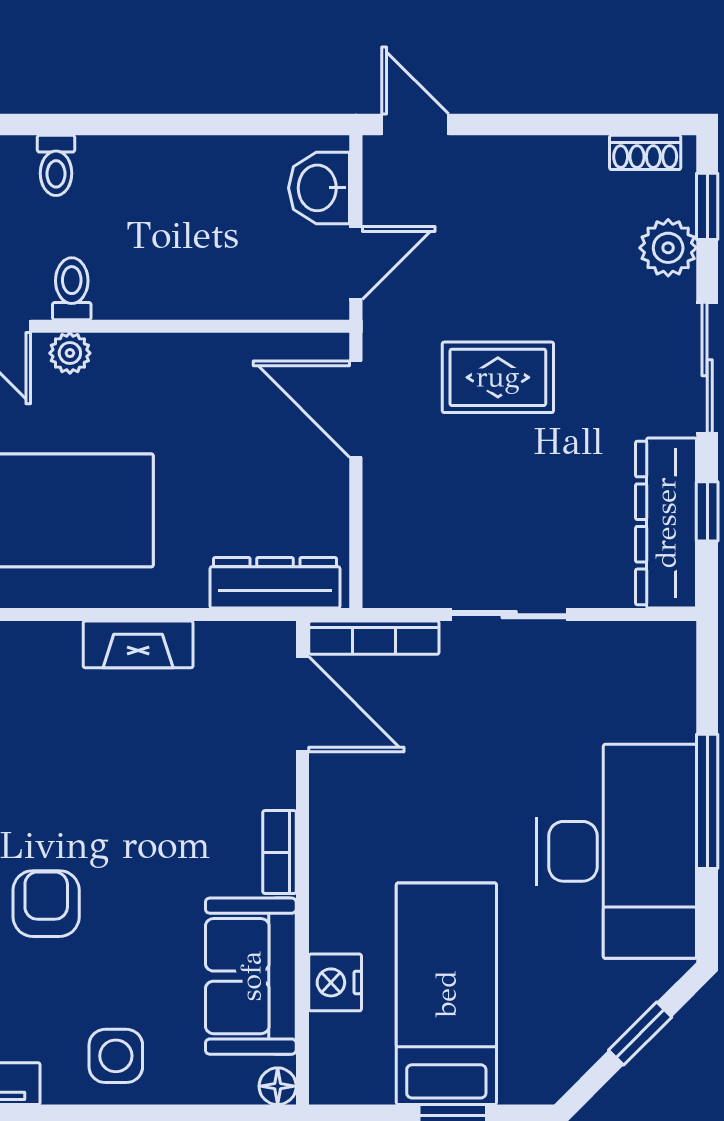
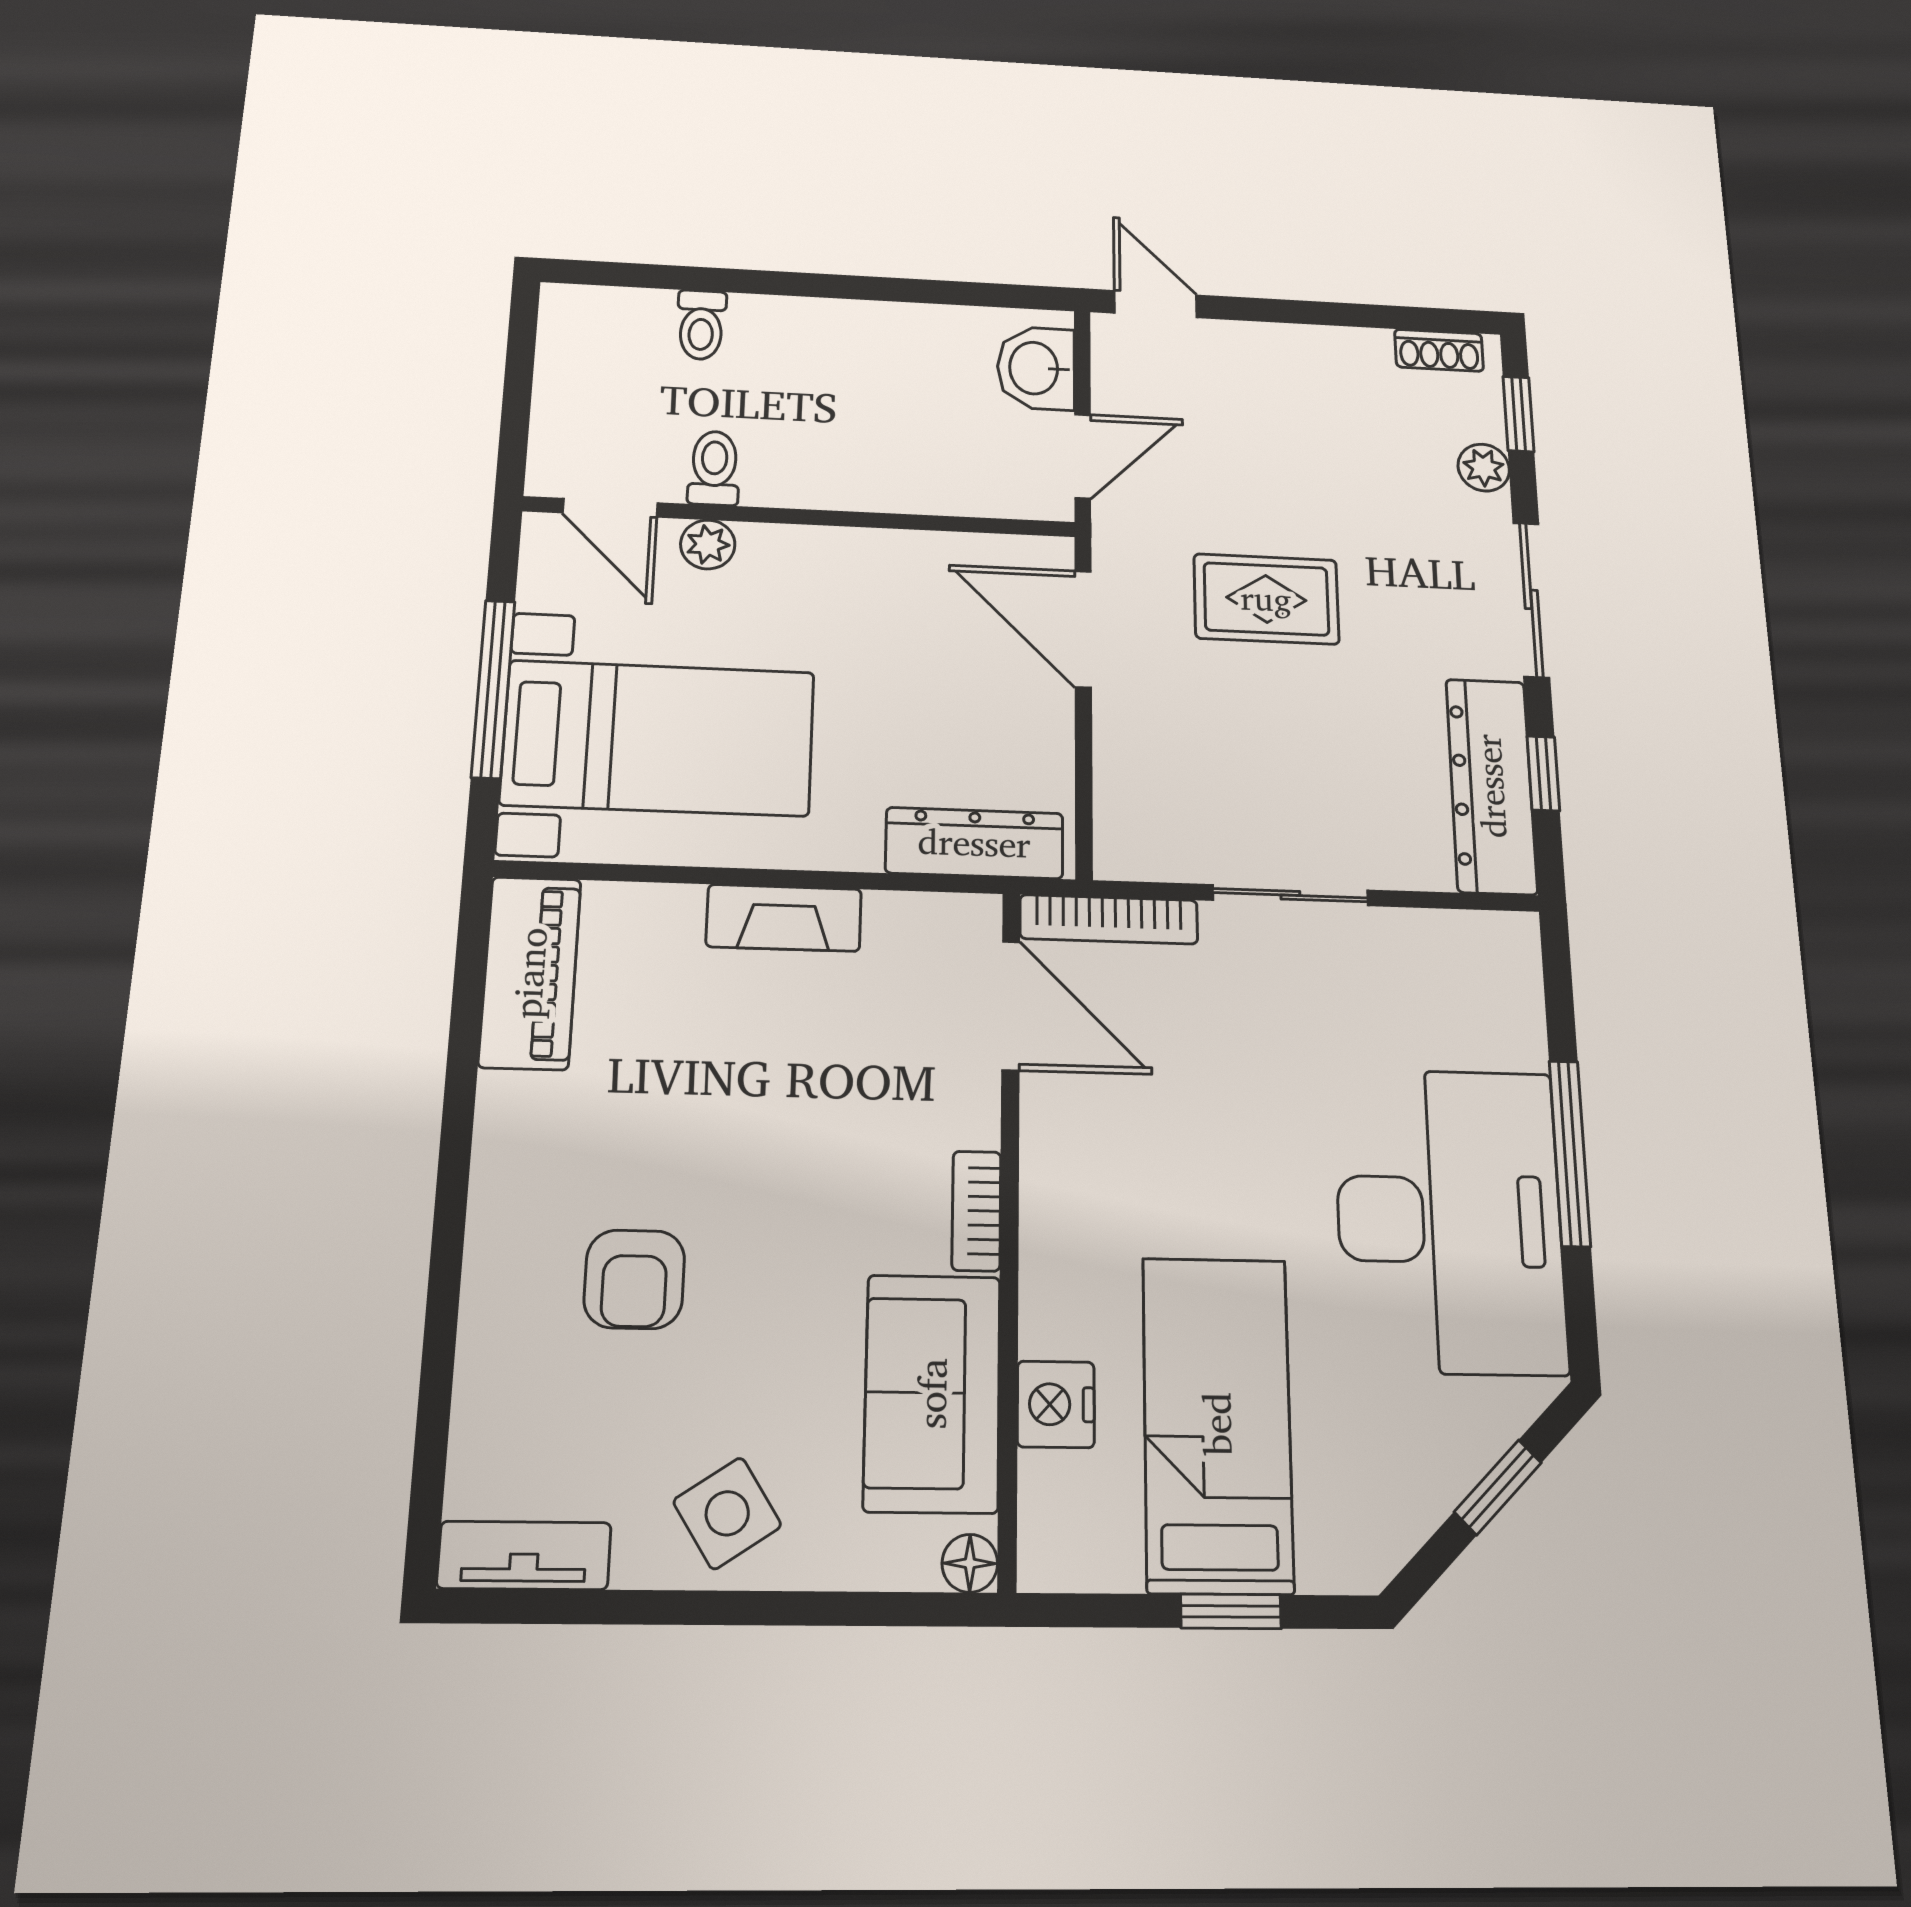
plant: (668, 248) -> (1484, 468), width x0.73, depth x0.73
armchair: (46, 904) -> (634, 1279), turned 180
side table: (116, 1056) -> (727, 1513), turned -33

